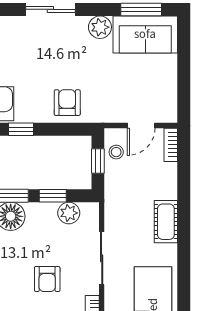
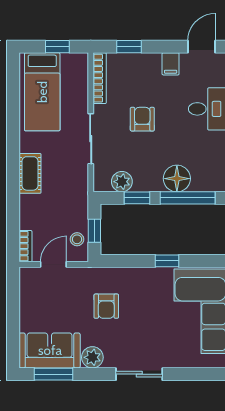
armchair: (67, 103) -> (106, 306), moved

